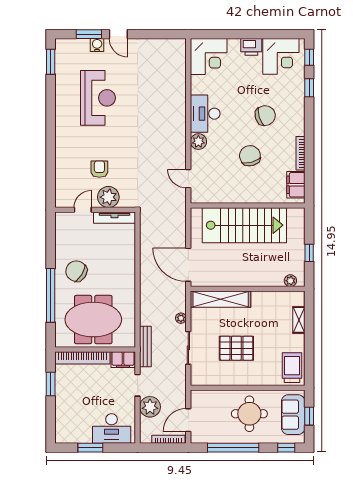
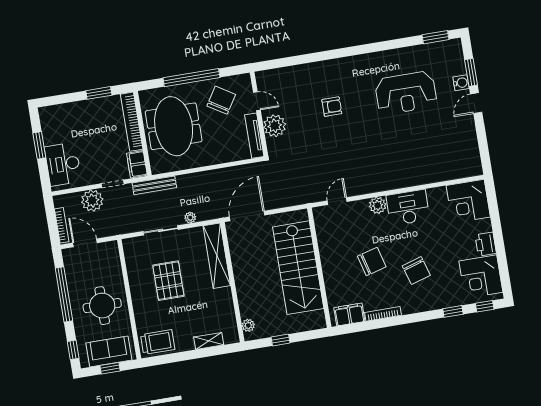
plant: (108, 197) -> (275, 126), moved
door: (83, 210) -> (257, 101), moved
wall: (95, 210) -> (259, 114), moved
tv unit: (114, 218) -> (254, 136), moved

